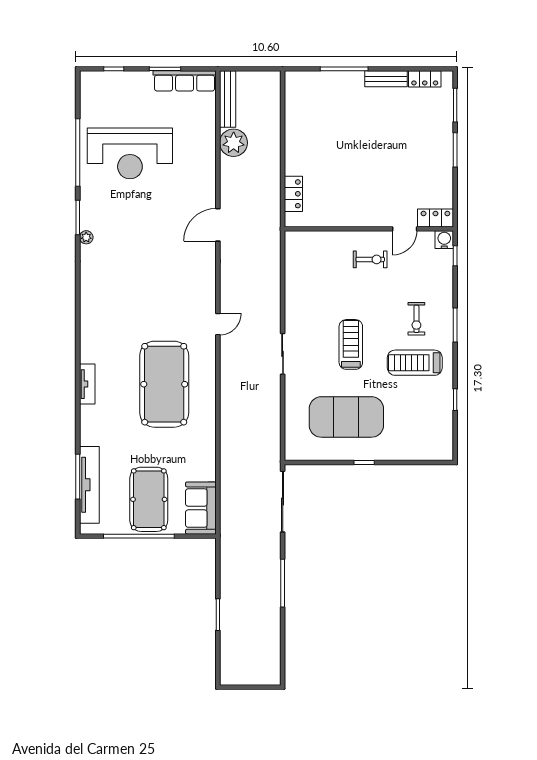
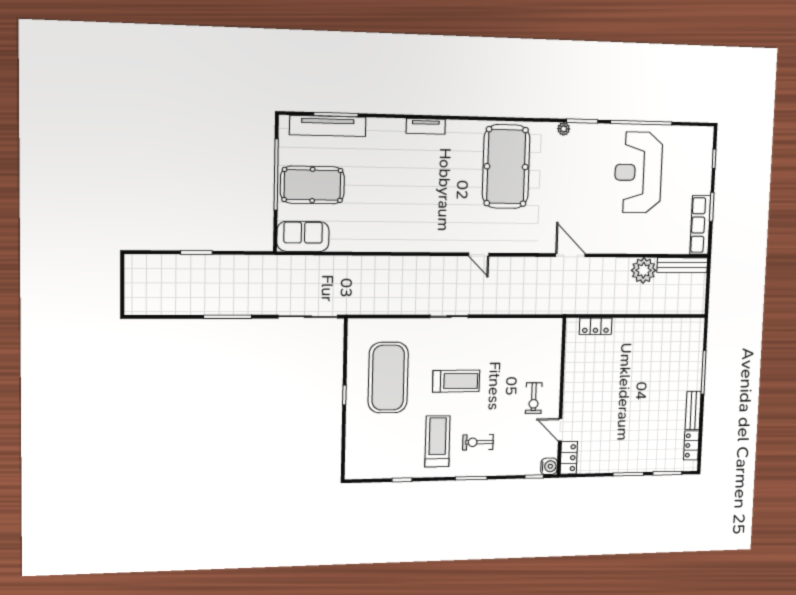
pool table: (164, 384) -> (506, 167), moved, turned 90

